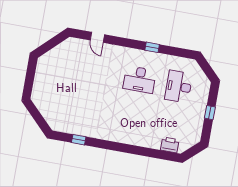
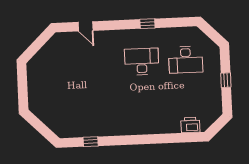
desk: (140, 80) -> (142, 62), turned 180
desk: (179, 87) -> (186, 60), turned -90

